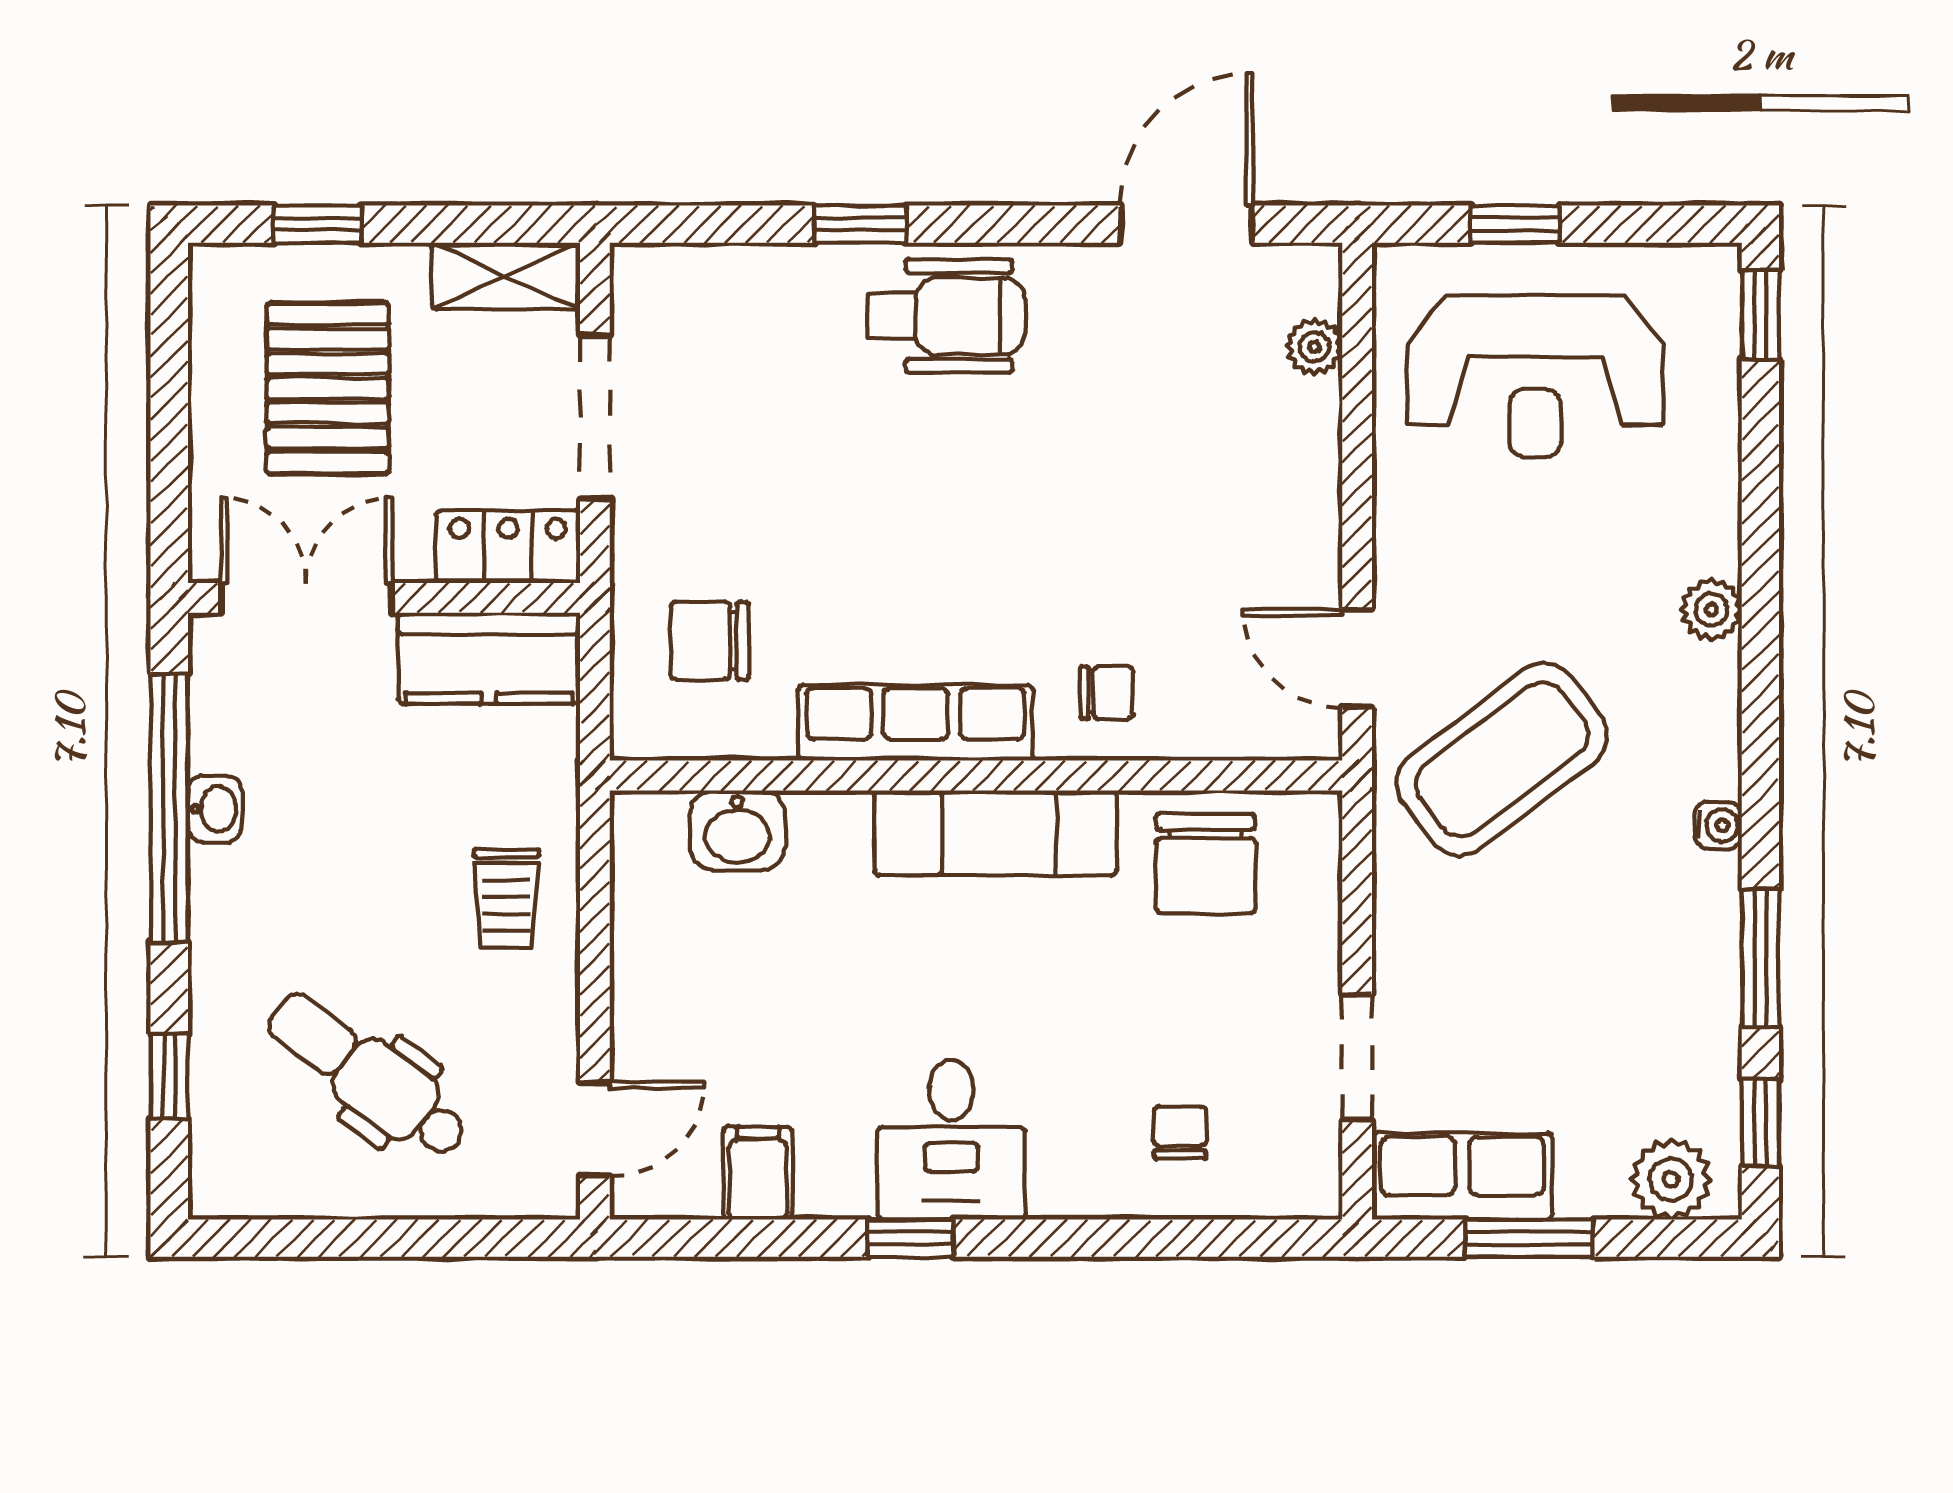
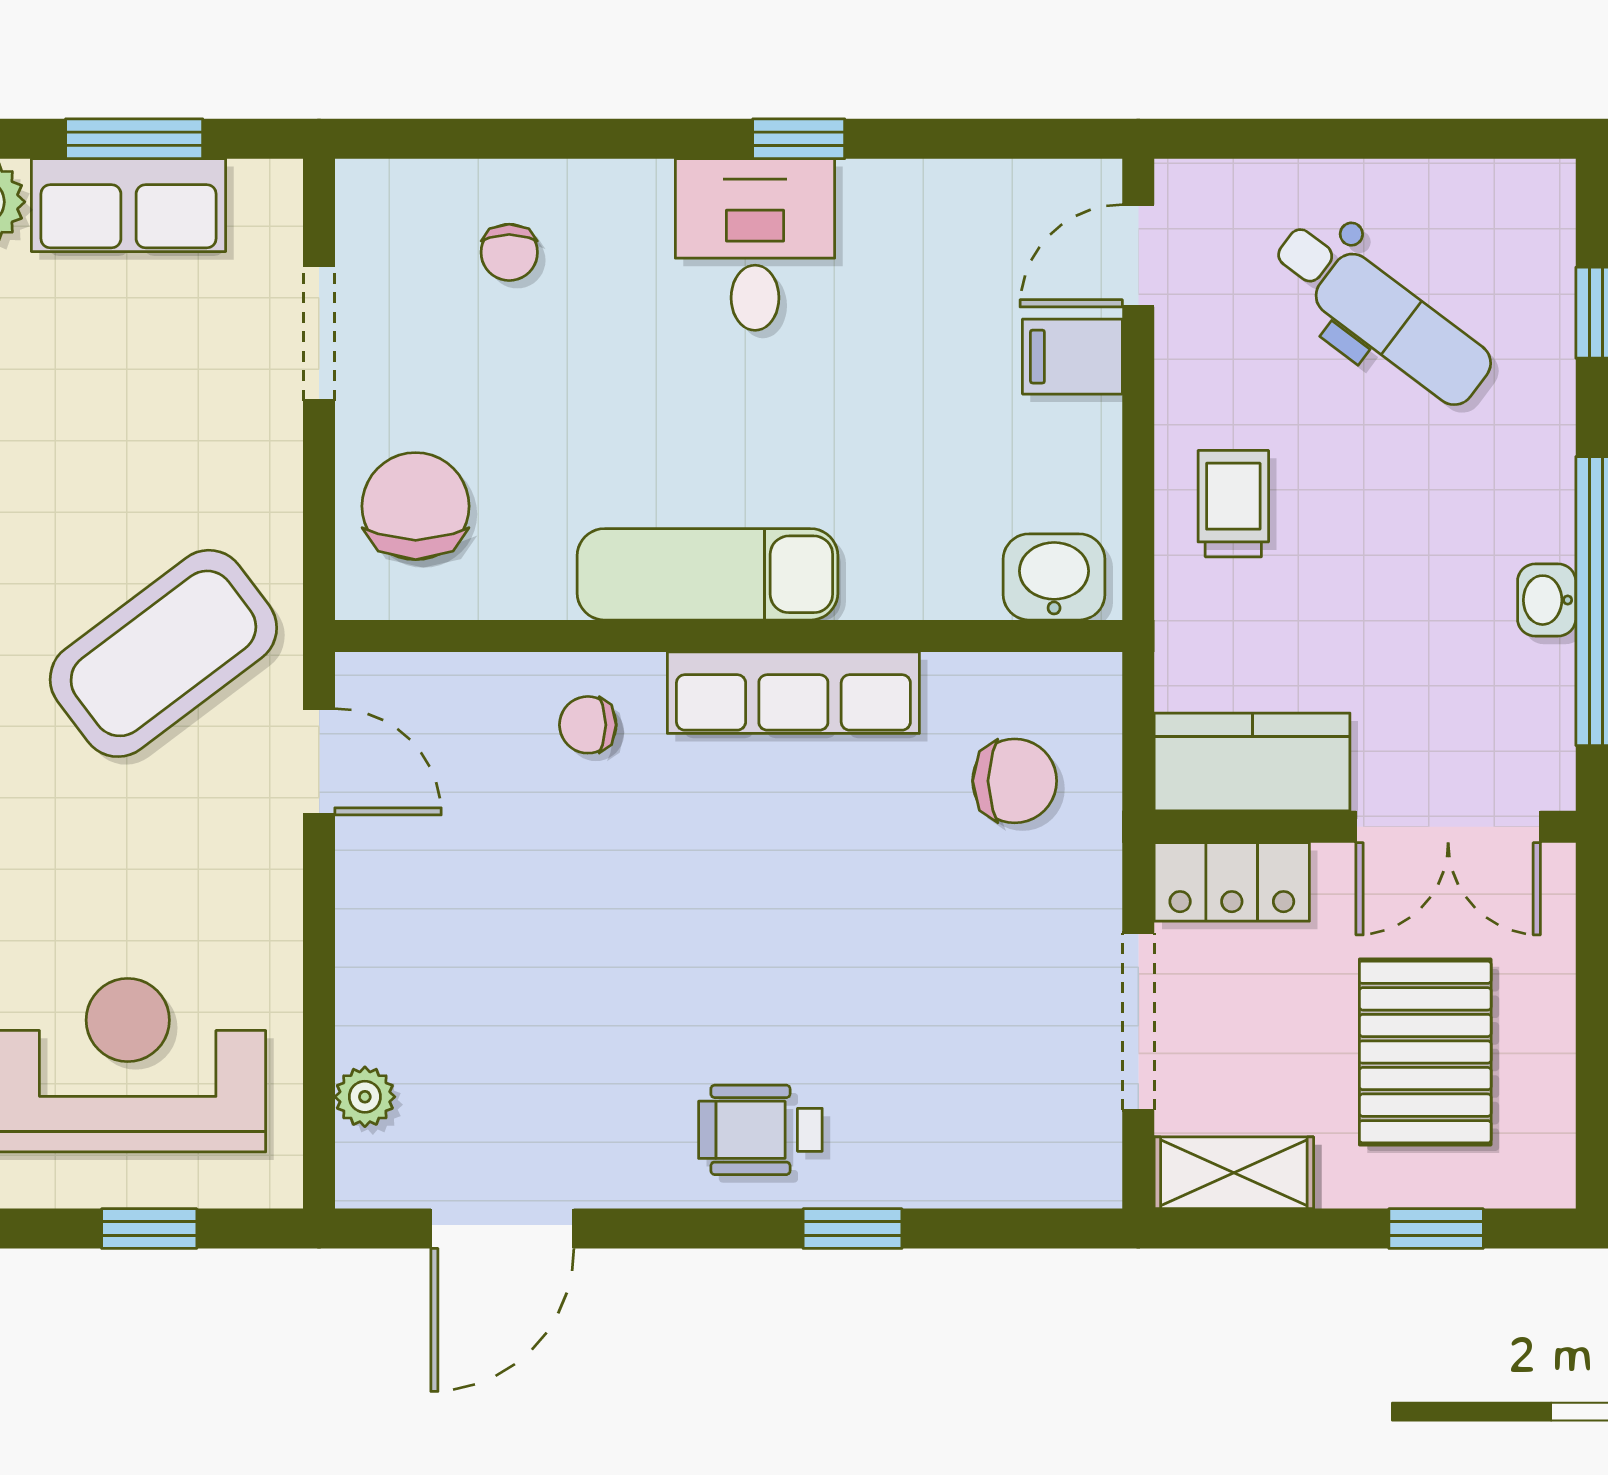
wheelchair: (946, 316) -> (760, 1130), width x0.73, depth x0.73
washbasin: (737, 830) -> (1054, 577), moved
chair: (1206, 864) -> (416, 506), moved
filing cabinet: (758, 1173) -> (1072, 357), moved, turned 90
row of seats: (1462, 1176) -> (129, 205), moved

